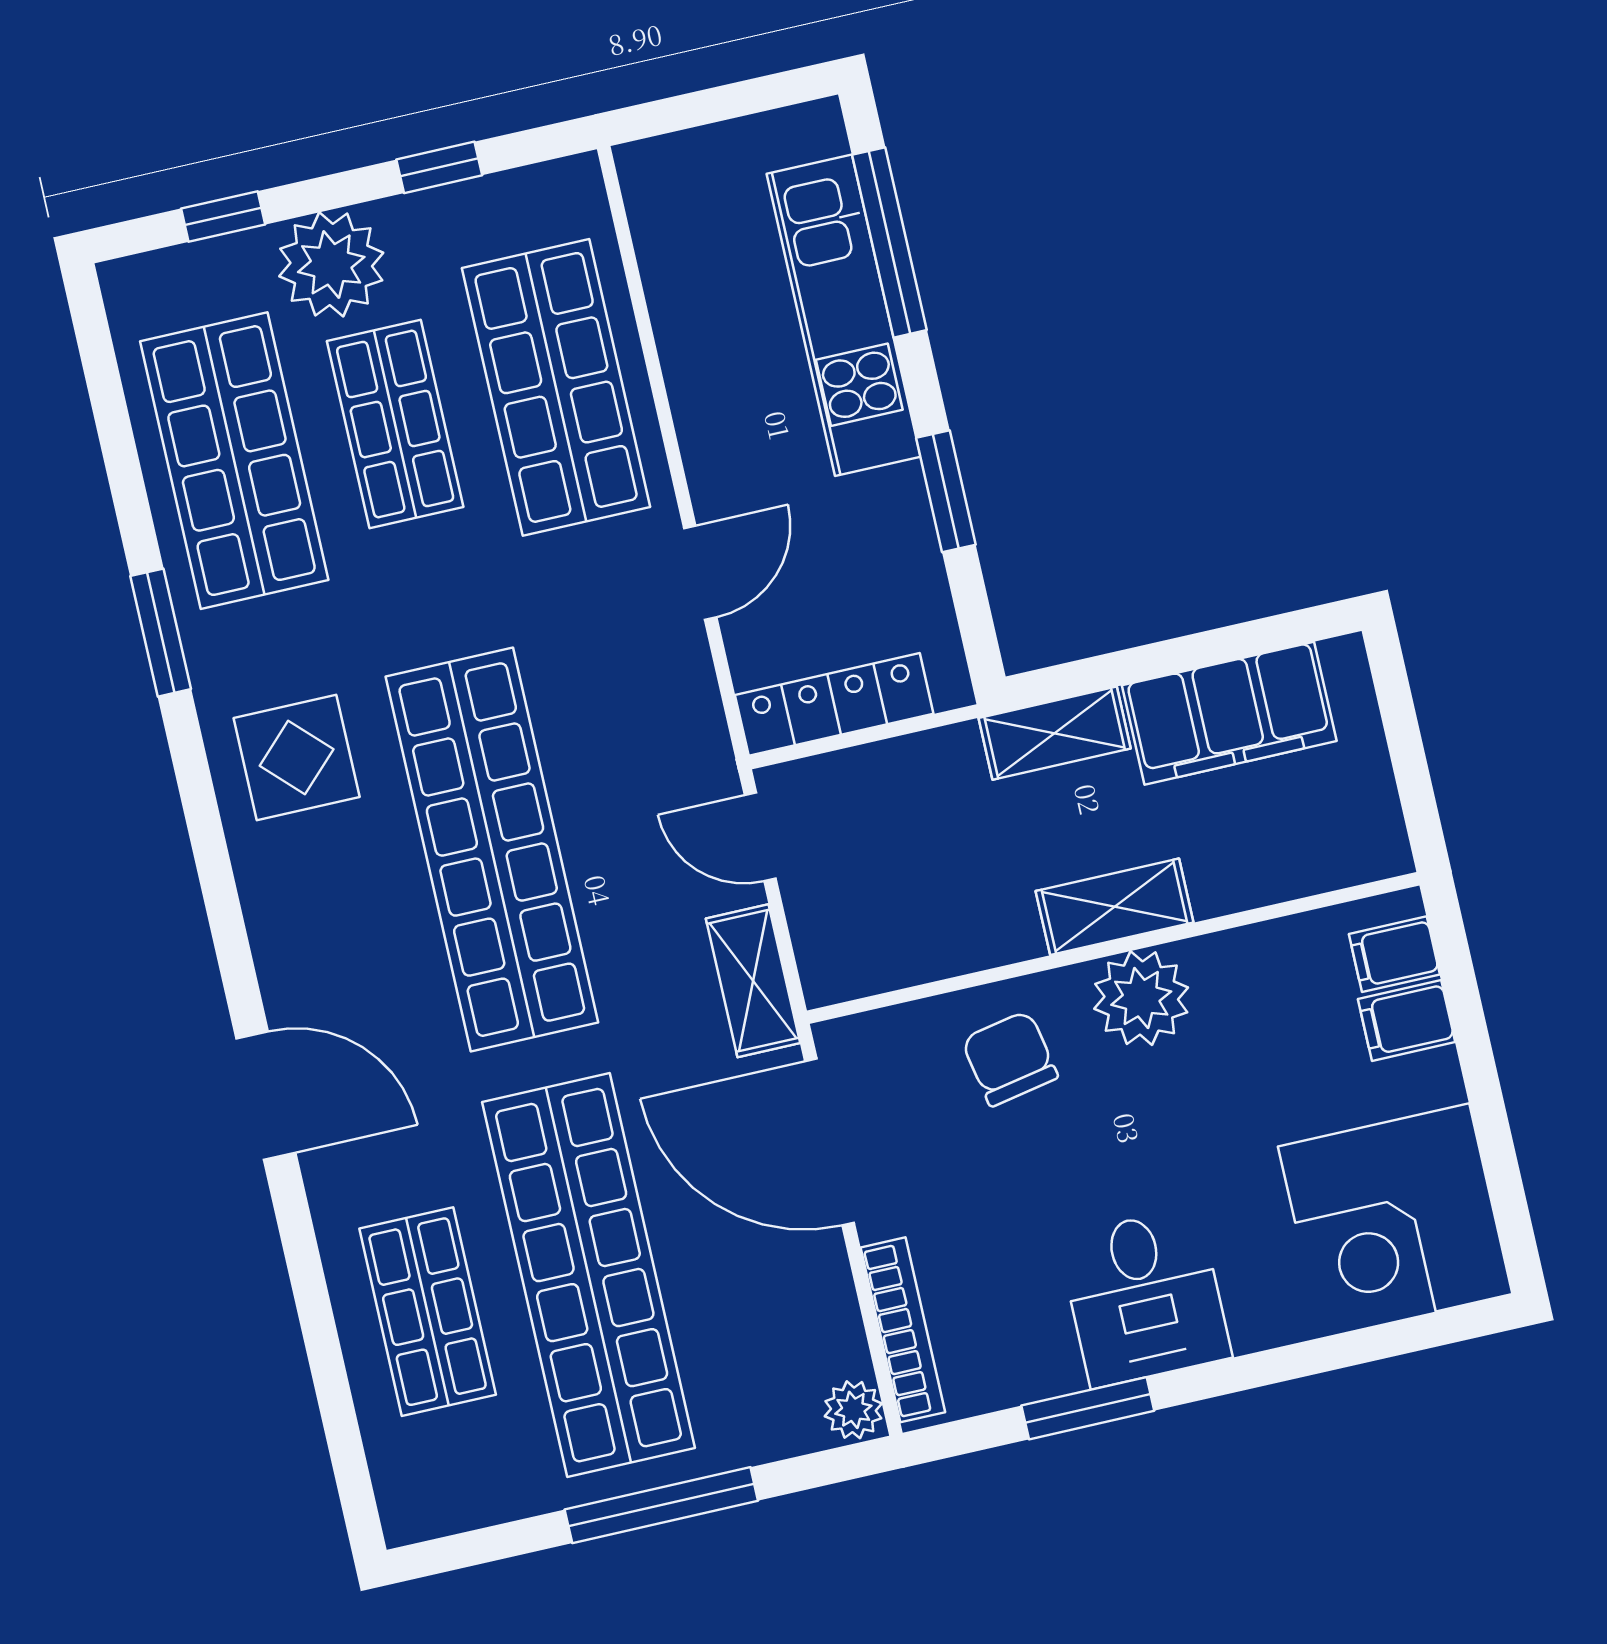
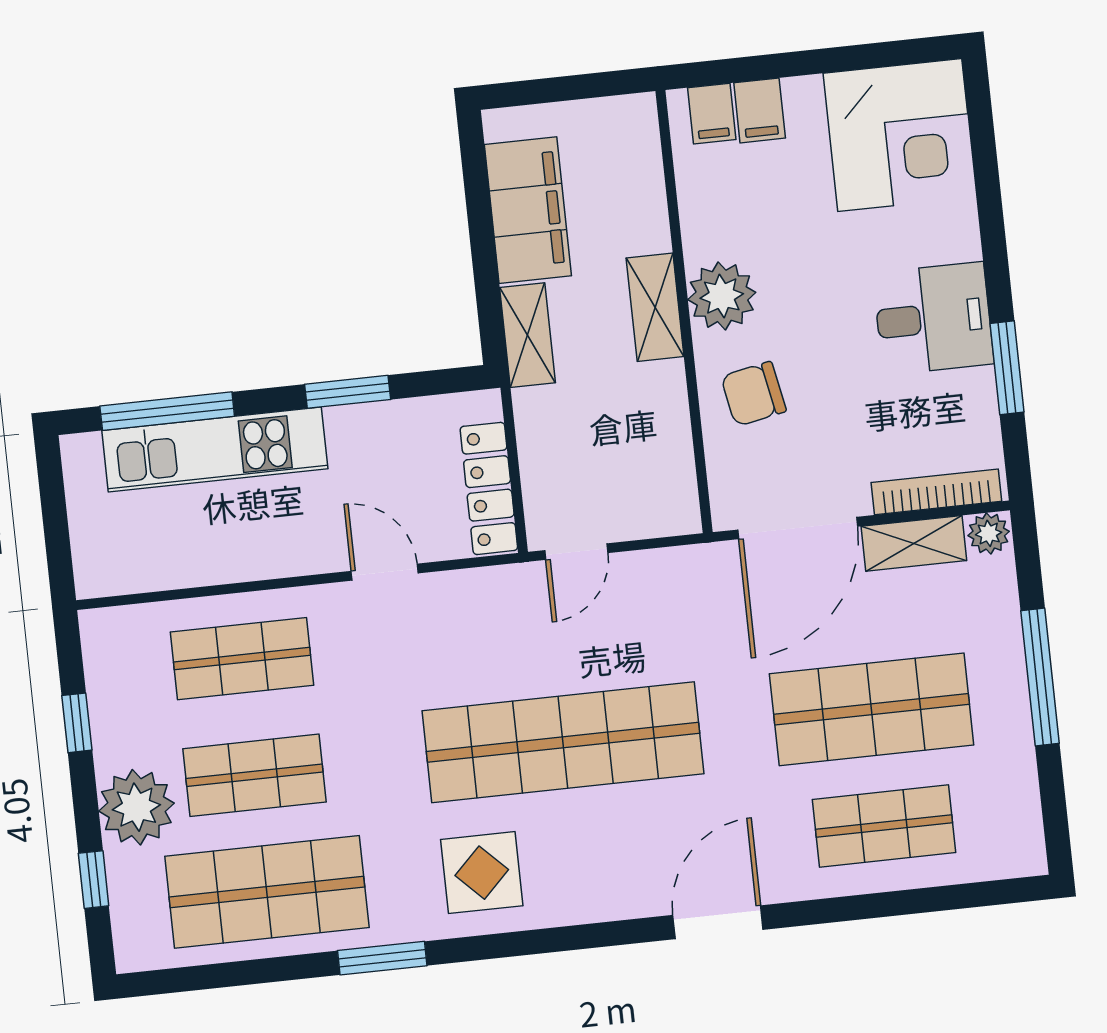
shop shelf: (556, 387) -> (242, 659), width x0.70, depth x0.74
shelving: (753, 981) -> (914, 543), moved
shop shelf: (588, 1275) -> (872, 709), width x0.71

